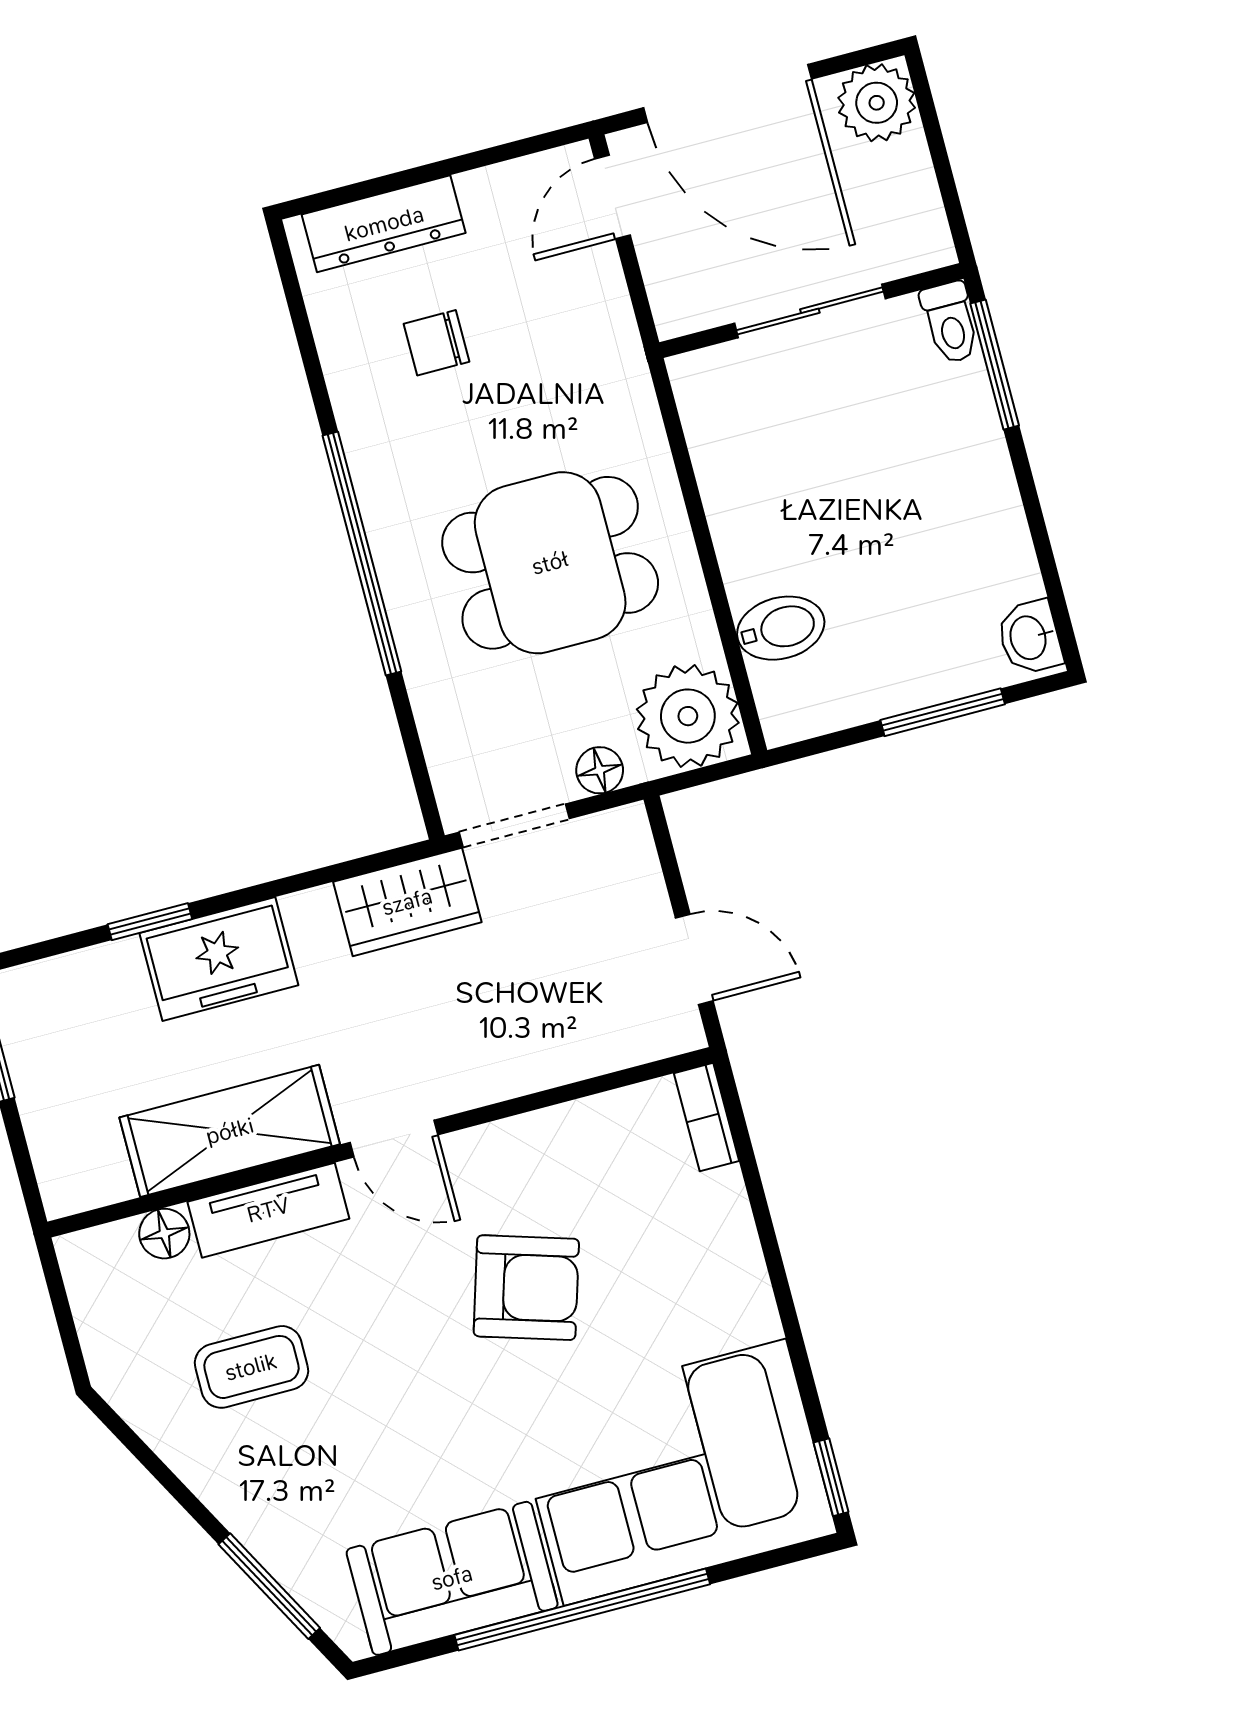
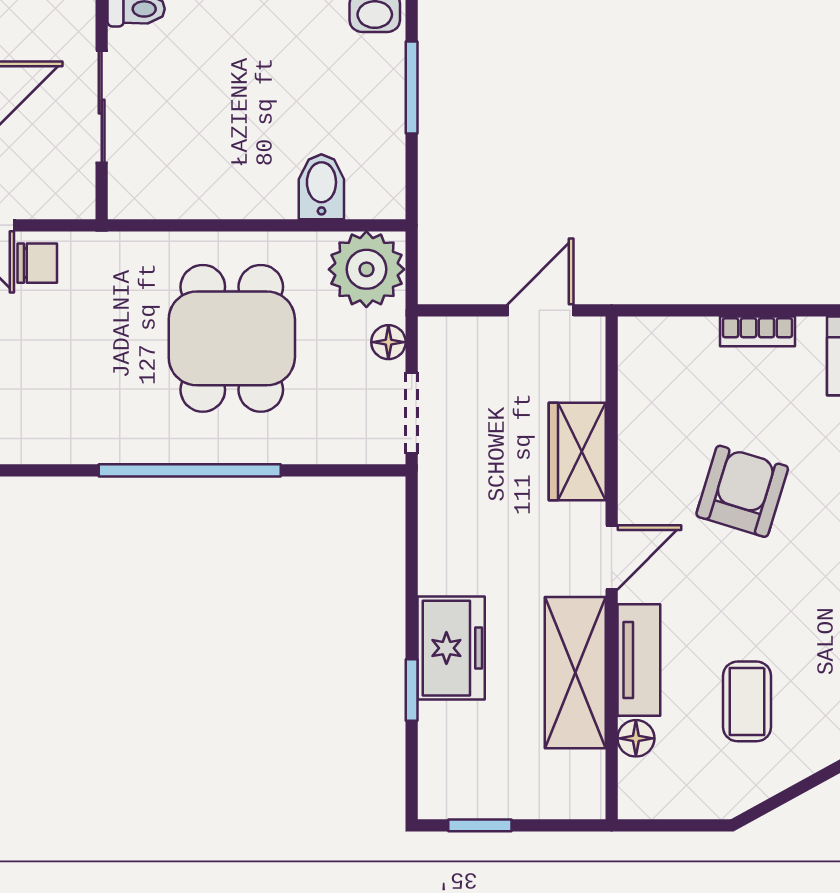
chair: (437, 343) -> (37, 263), moved, turned -90
wardrobe: (407, 902) -> (577, 451), moved, turned 180
bookcase: (706, 1117) -> (757, 331), moved

